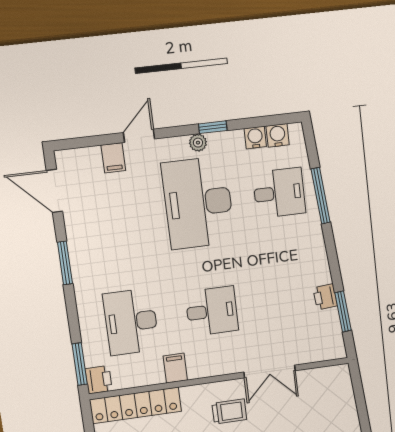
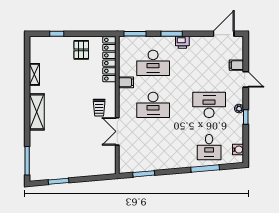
water cooler: (255, 137) -> (238, 138), removed
desk: (198, 203) -> (209, 105), width x0.73, depth x0.77
window: (65, 263) -> (172, 34), moved
printer: (325, 297) -> (153, 165), removed
desk: (212, 311) -> (153, 105), width x1.37
desk: (131, 322) -> (153, 63), turned 180
printer: (99, 380) -> (182, 42), moved

